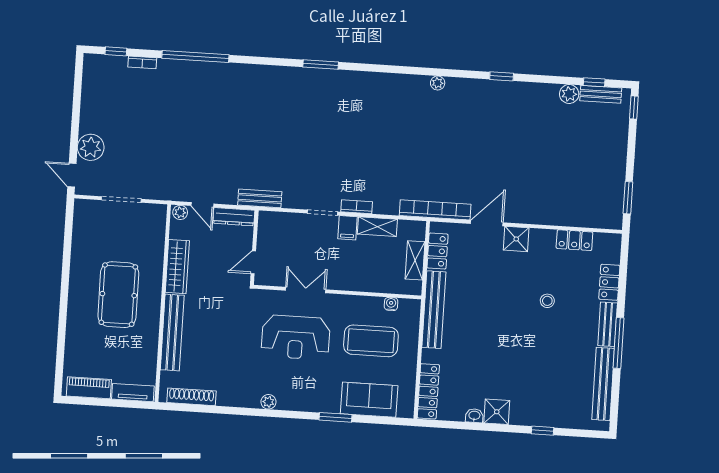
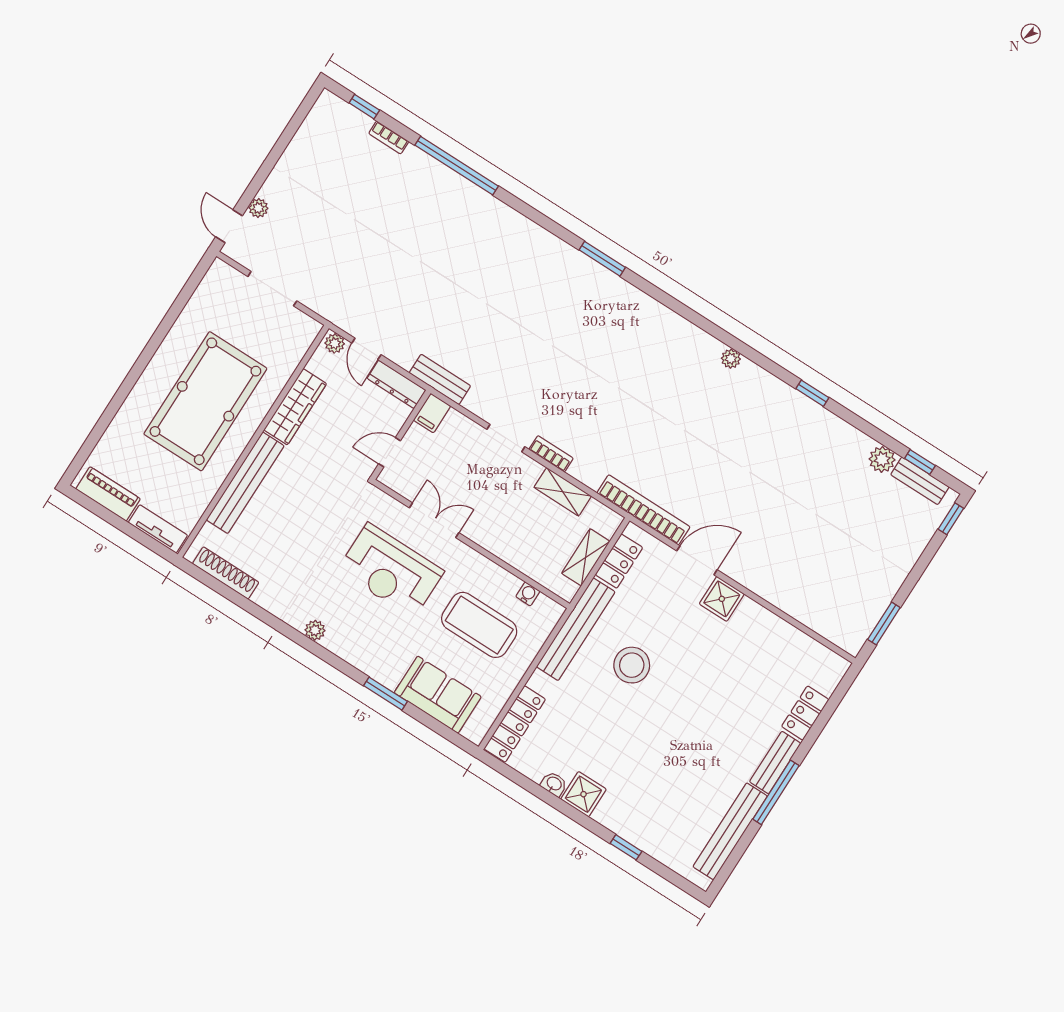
plant: (91, 147) -> (258, 208), width x0.53, depth x0.53
filing cabinet: (348, 228) -> (432, 413), moved
locker: (574, 240) -> (791, 639), removed
pool table: (118, 295) -> (205, 401), width x1.36, depth x1.32
stool: (547, 301) -> (632, 665), moved, width x1.89, depth x1.89

